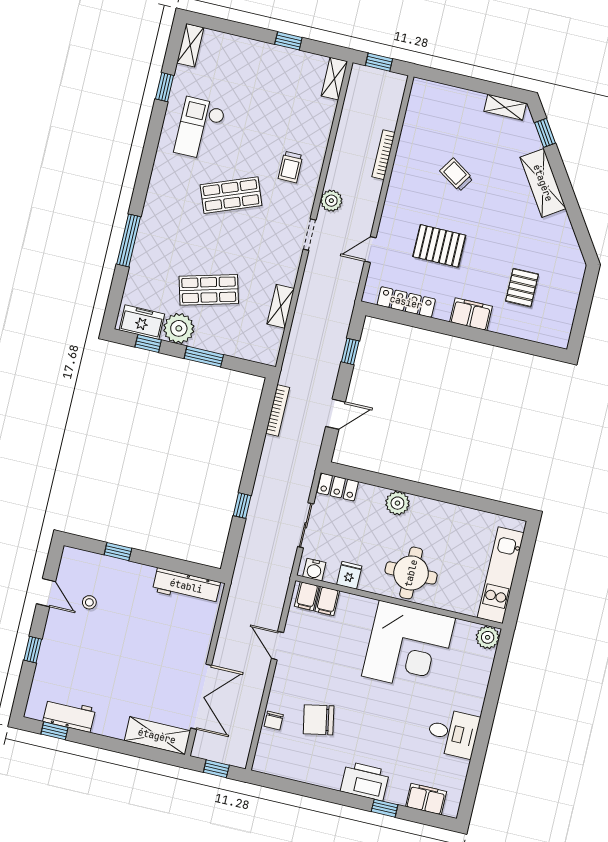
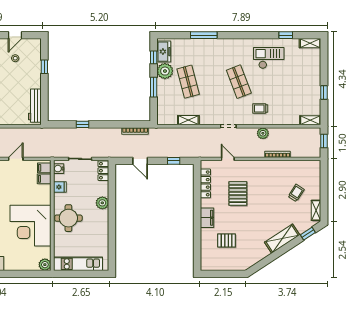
trolley: (456, 175) -> (296, 193), moved
plant: (331, 201) -> (263, 133), moved

